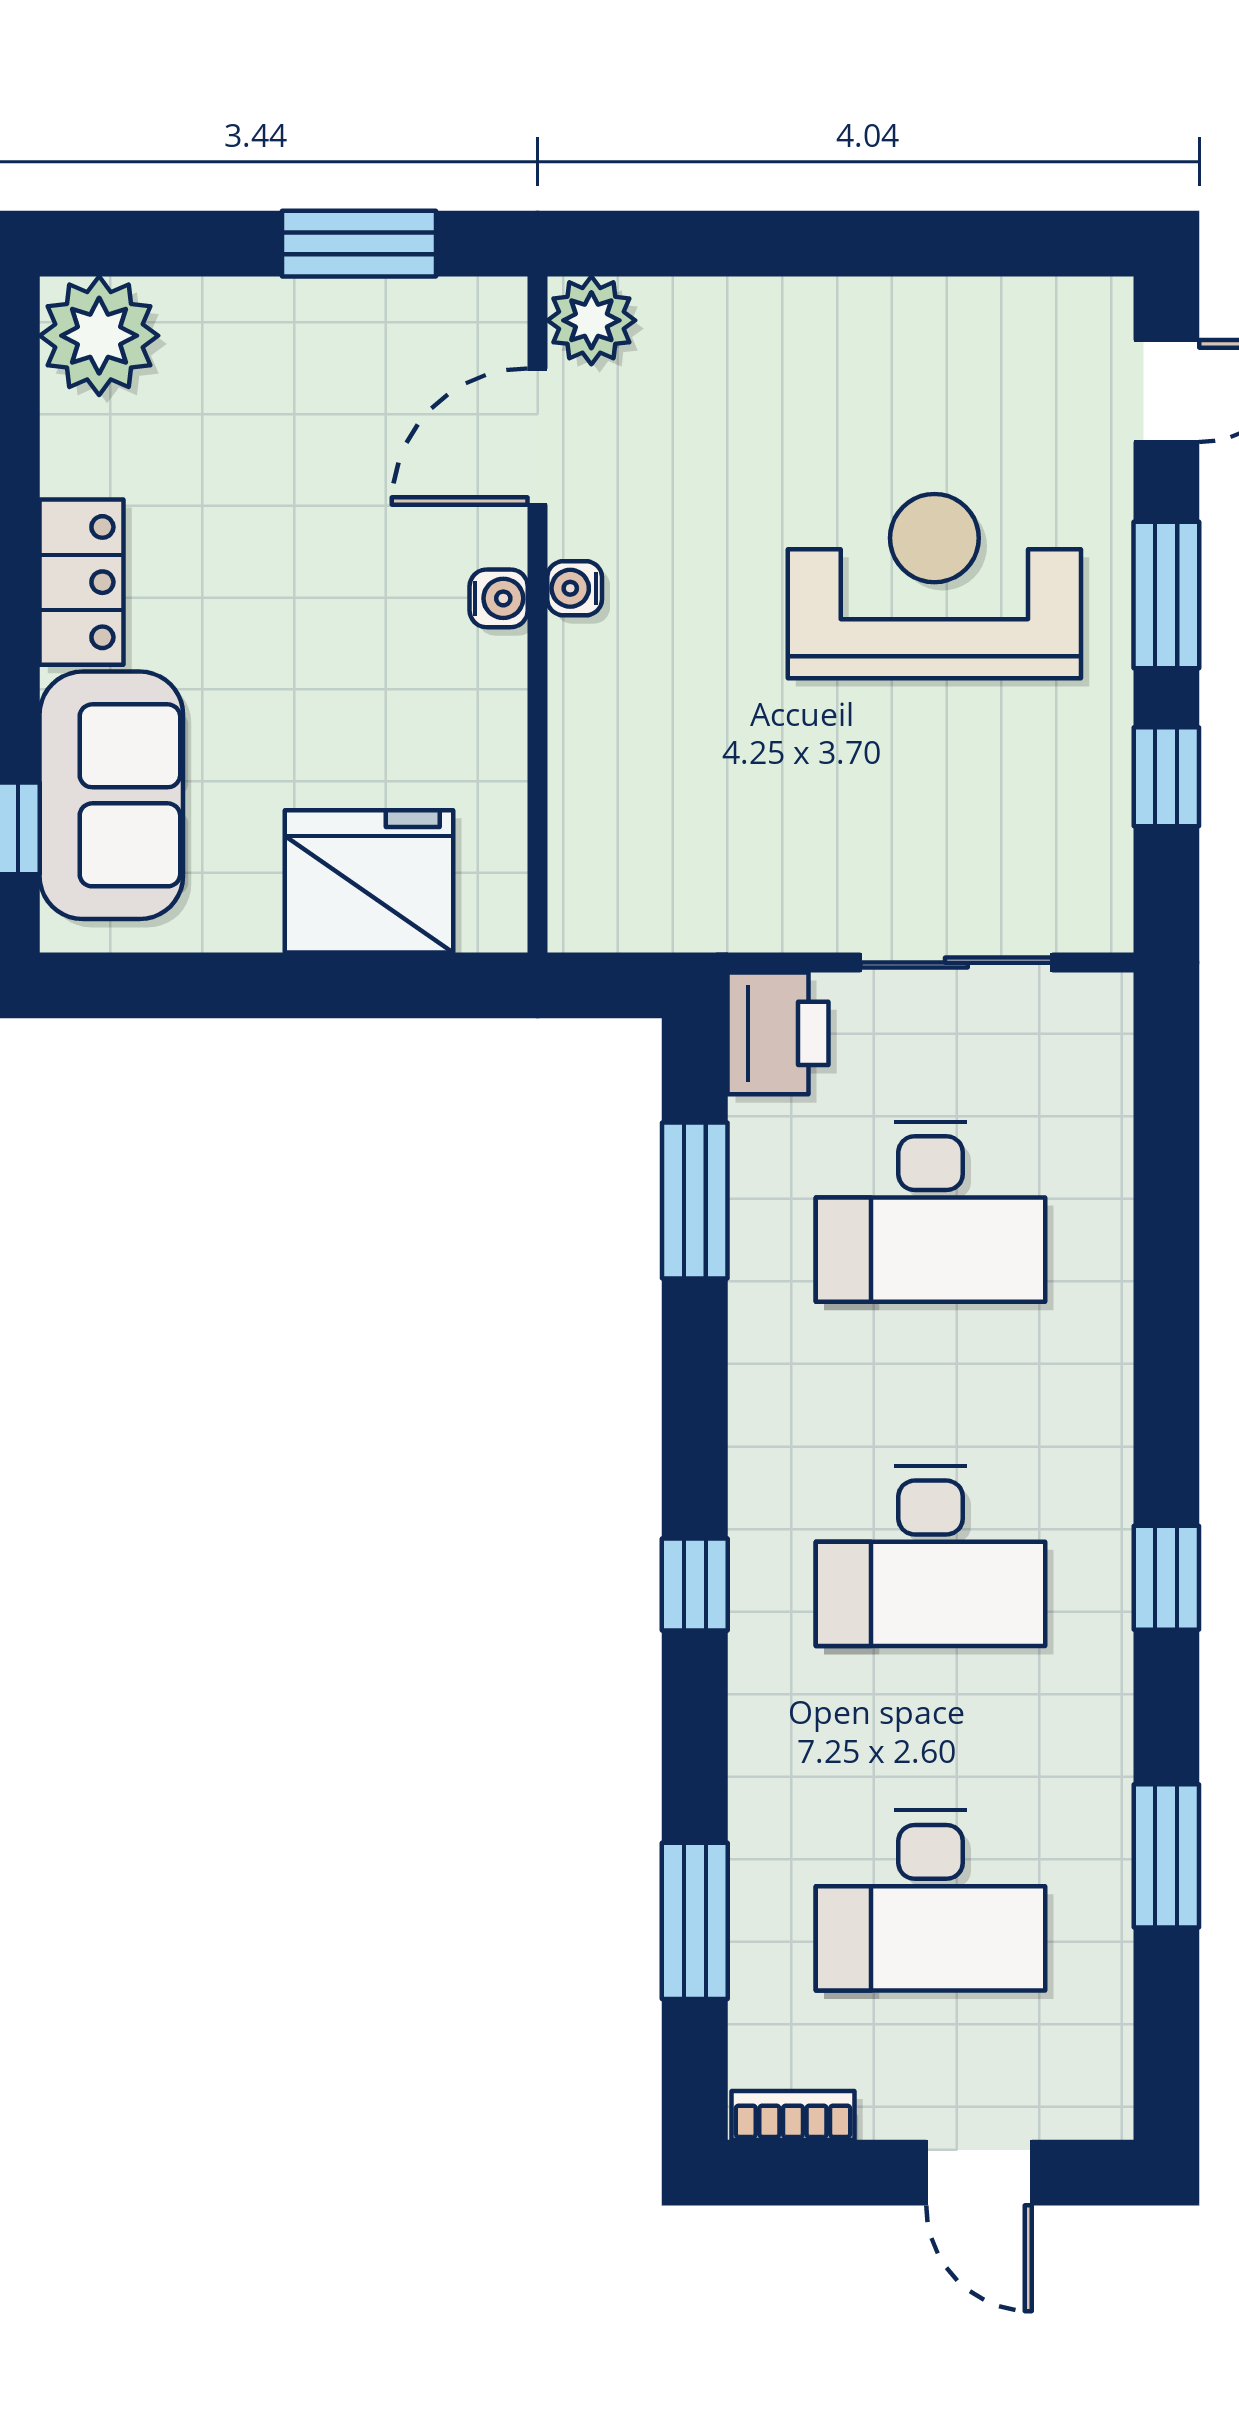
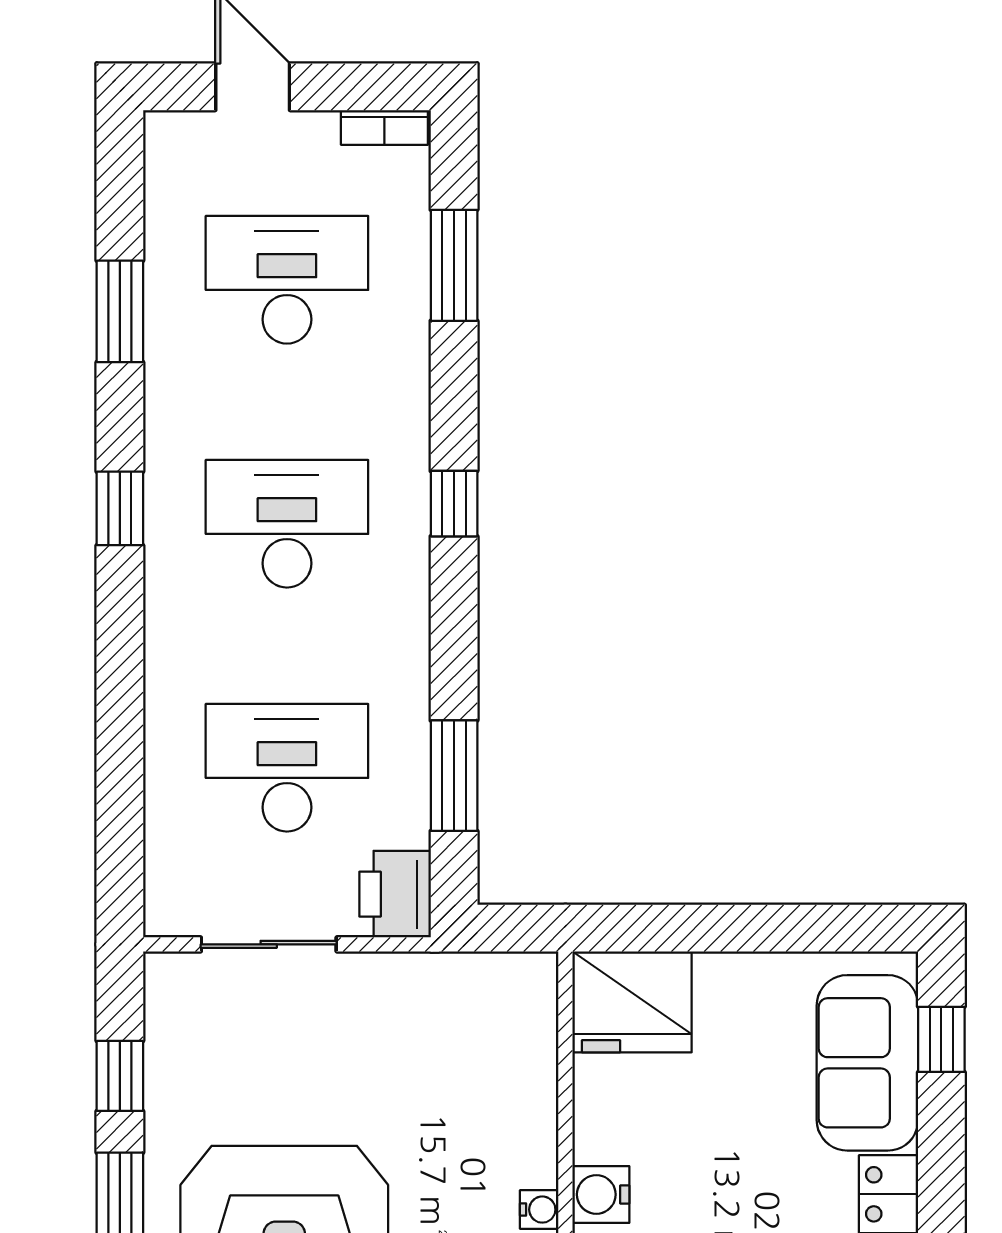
water cooler: (499, 598) -> (601, 1194), width x1.38, depth x1.38
fridge: (369, 881) -> (632, 1002), moved

